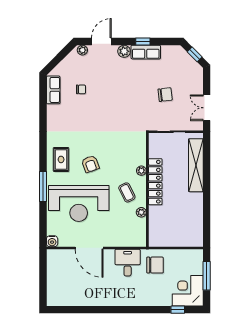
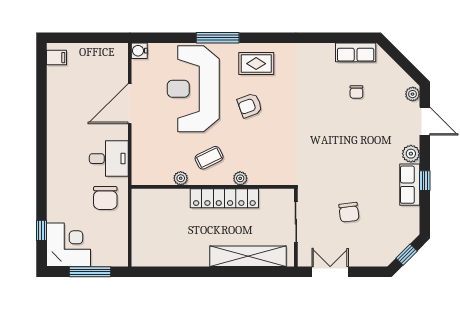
filing cabinet: (57, 299) -> (56, 58), added

